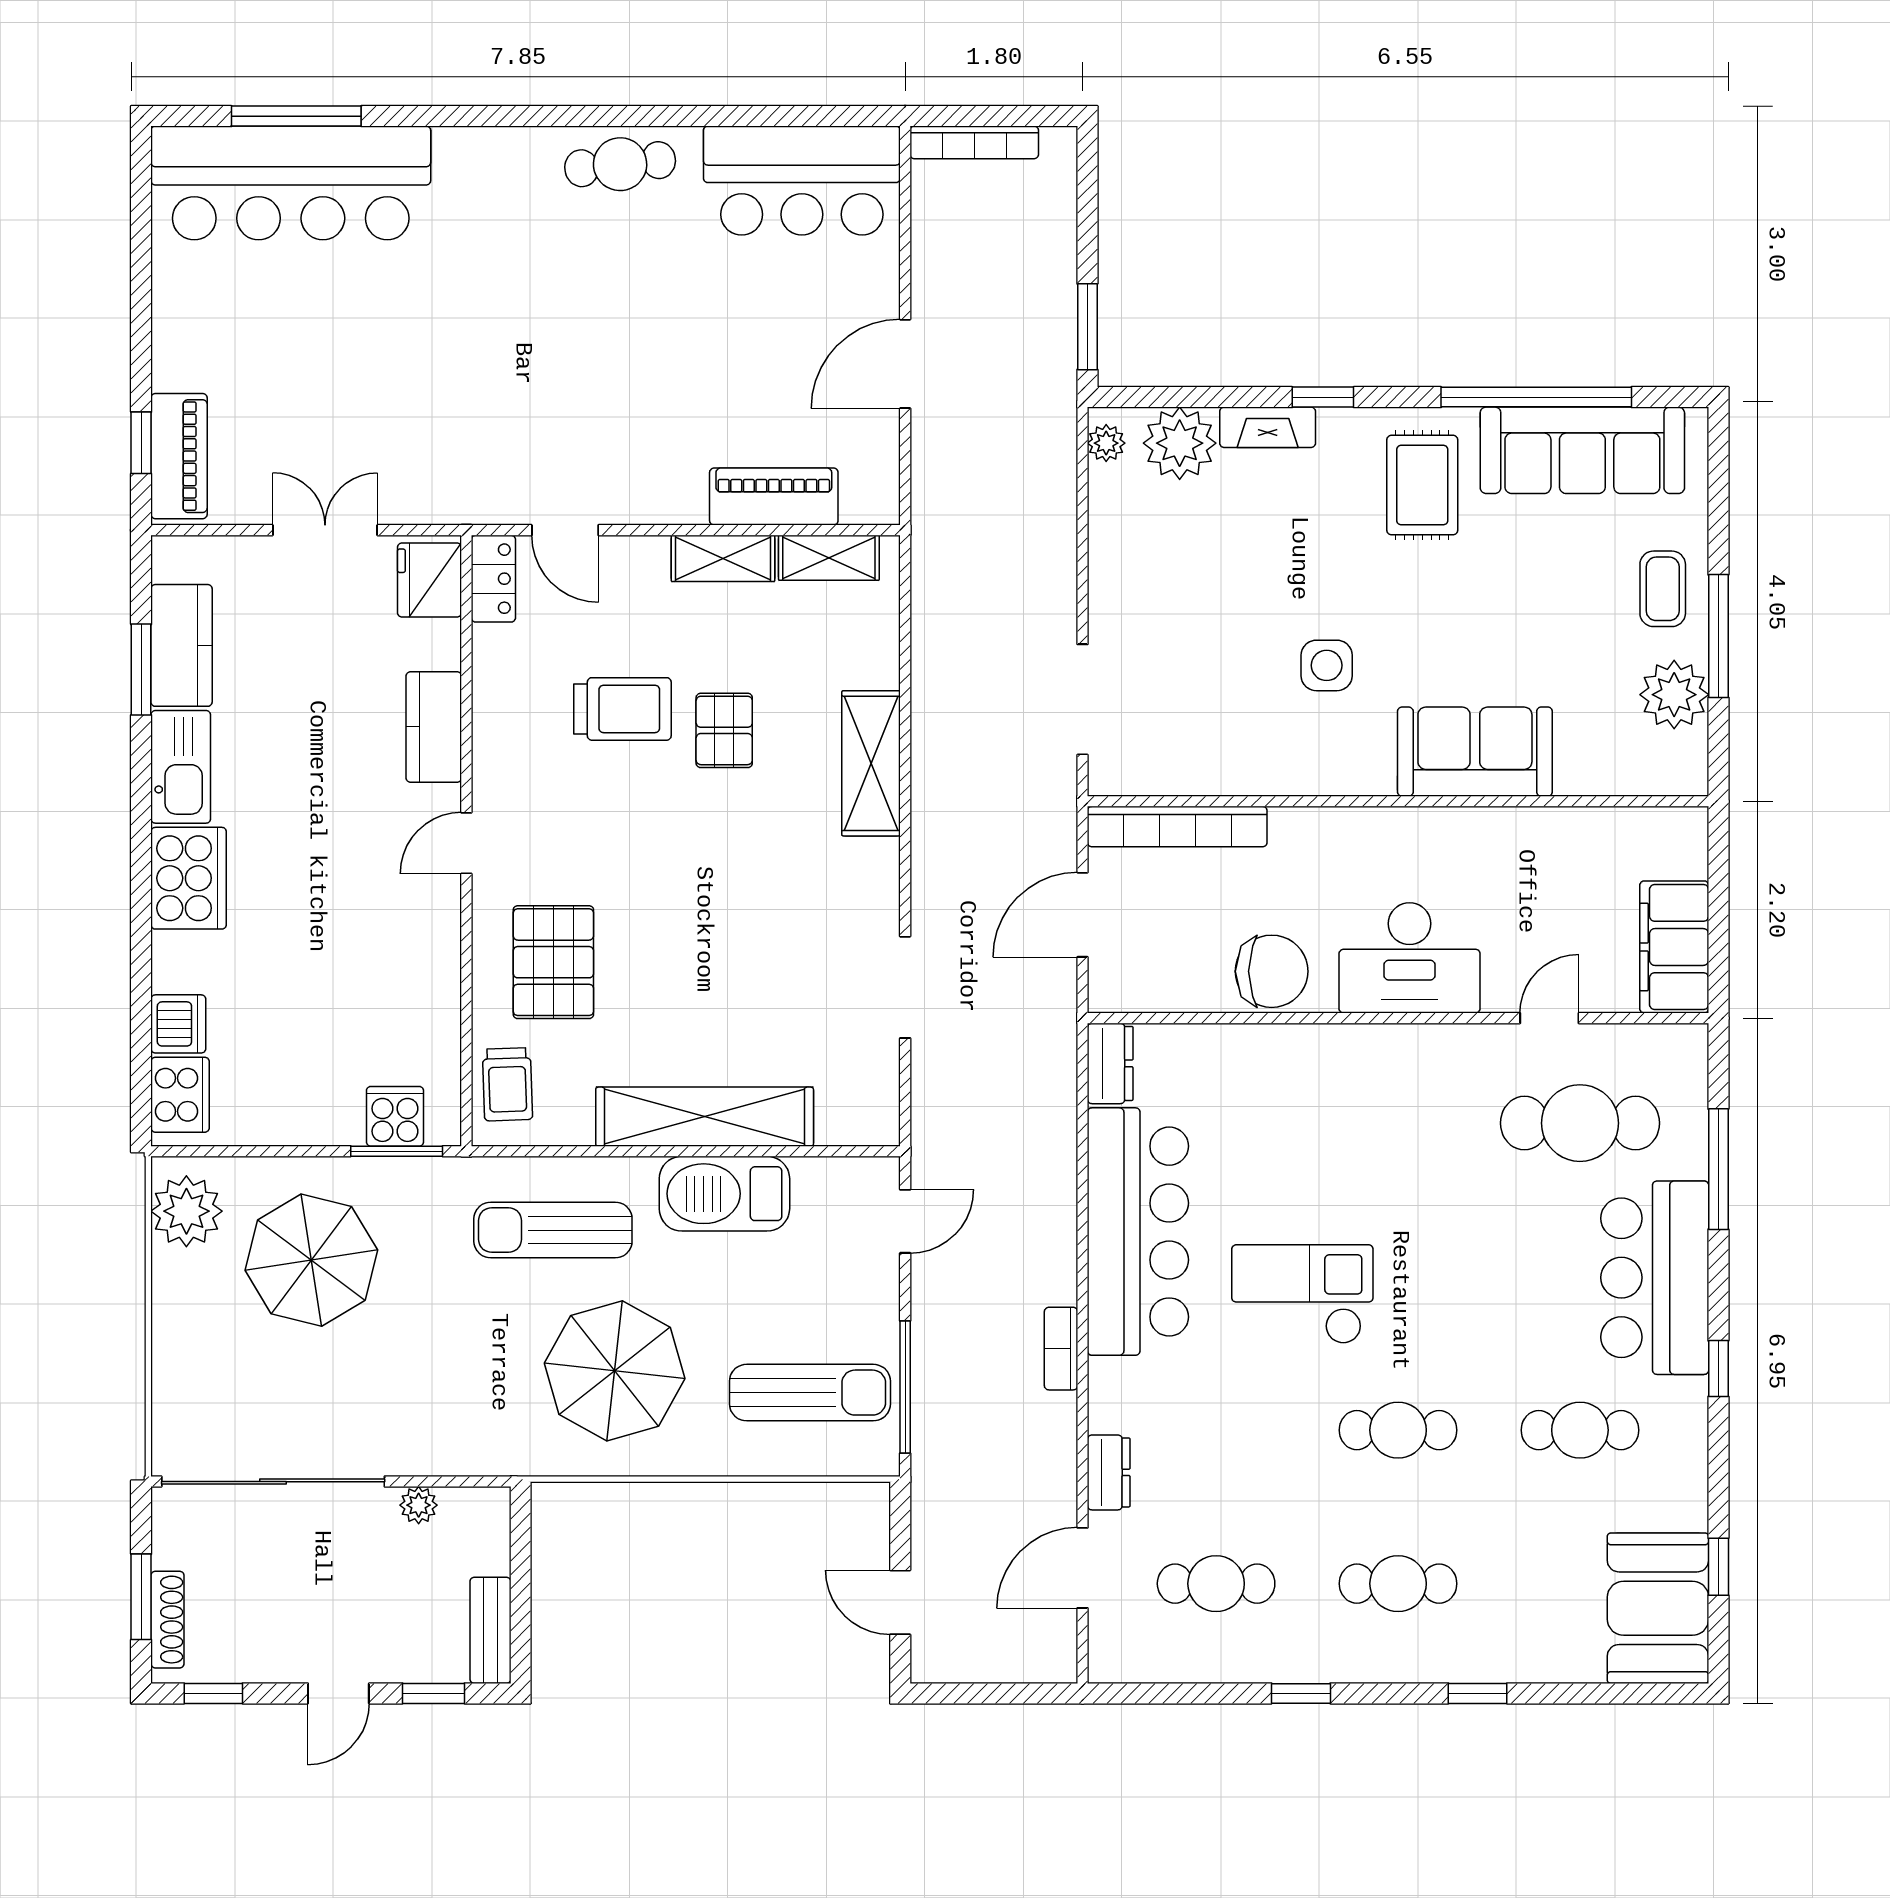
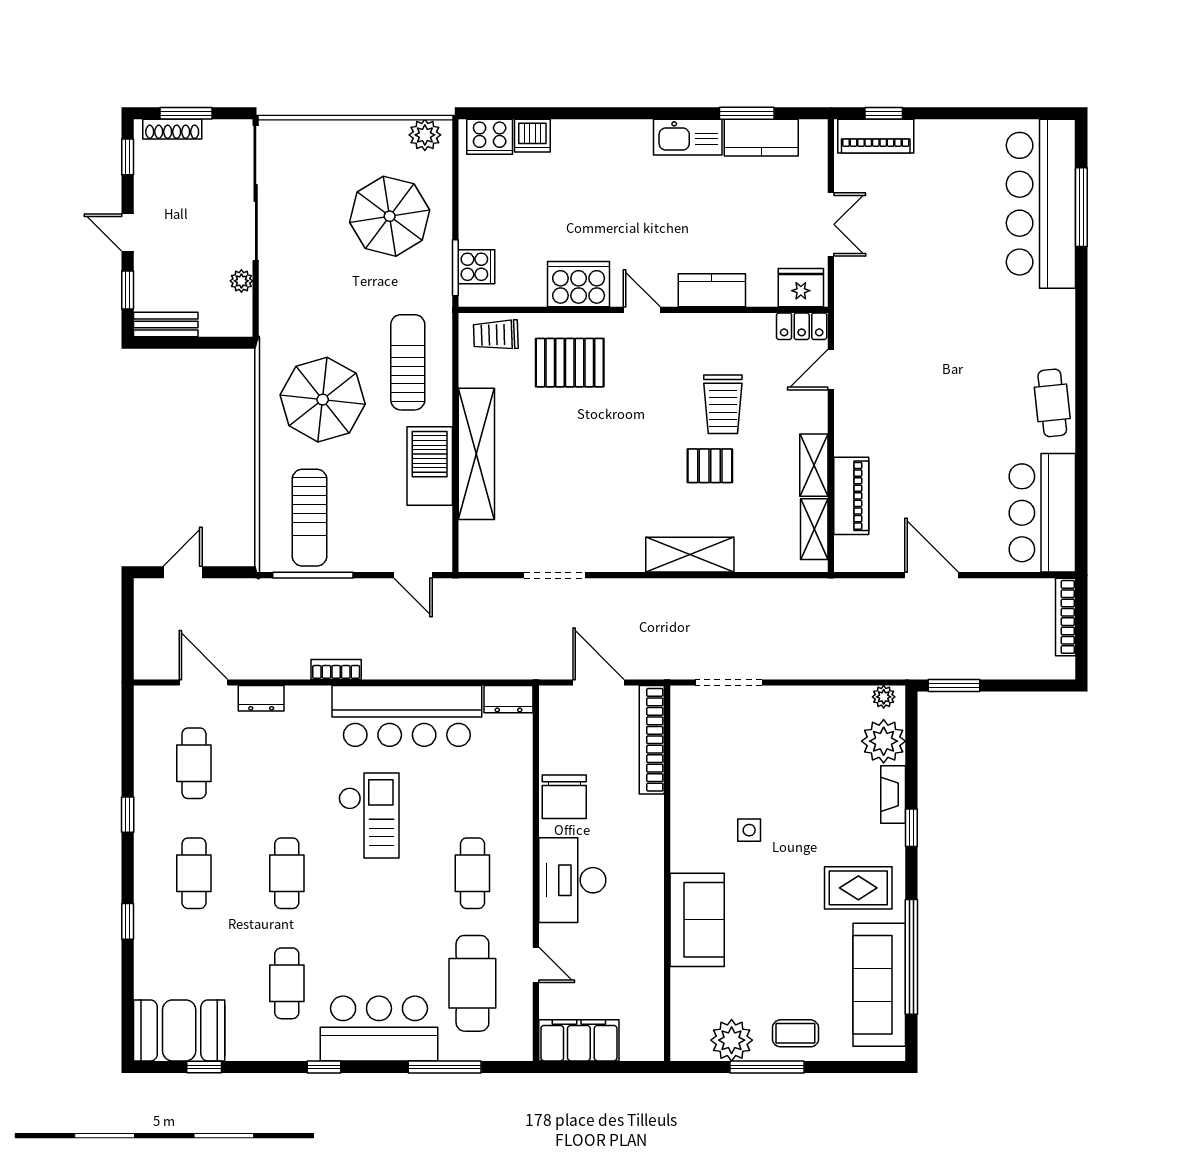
side table: (1327, 665) -> (749, 830), width x0.73, depth x0.73
cooker: (189, 878) -> (579, 284), moved, turned 180
cafe table: (1398, 1123) -> (472, 873), added
plant: (186, 1211) -> (425, 135), width x0.73, depth x0.73

